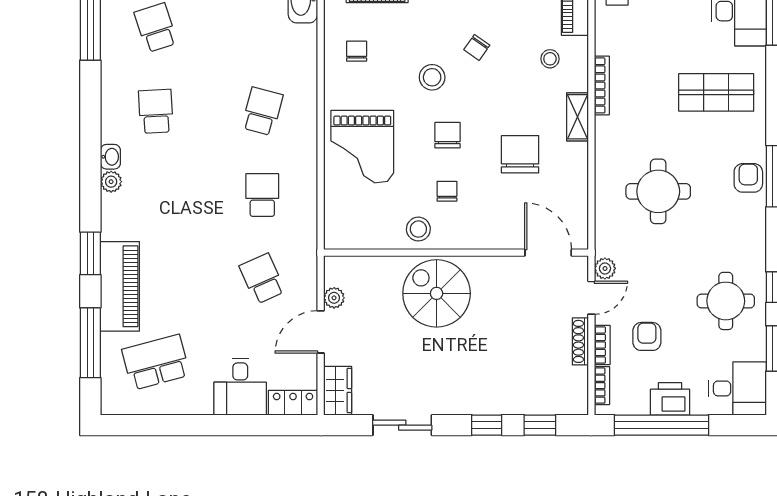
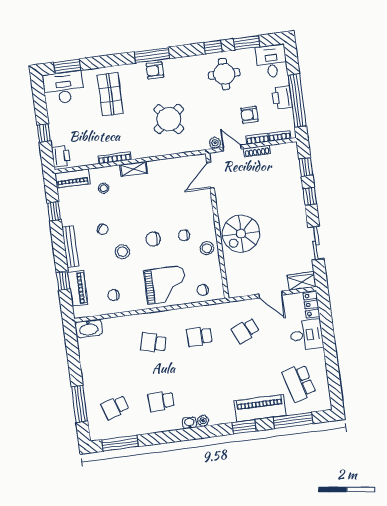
chair: (520, 154) -> (203, 290), moved, width x0.54, depth x0.54
round table: (658, 191) -> (169, 119), turned -38
plant: (334, 298) -> (251, 290), removed

